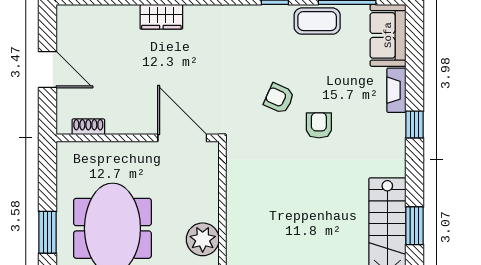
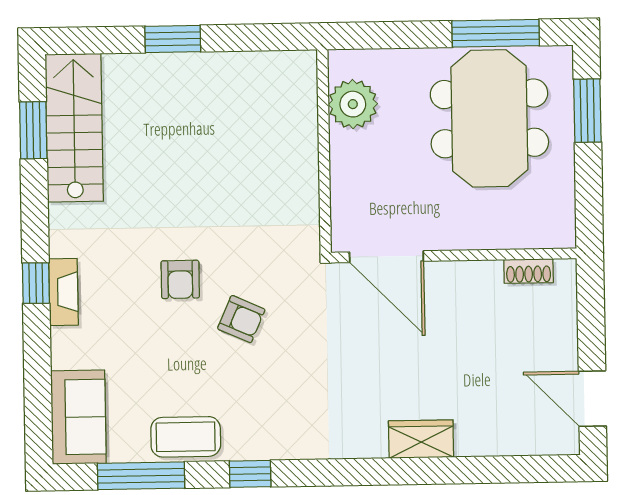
door: (48, 70) -> (592, 399), moved
fireplace: (396, 90) -> (63, 292), moved

